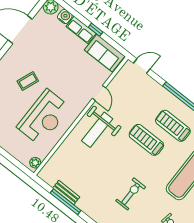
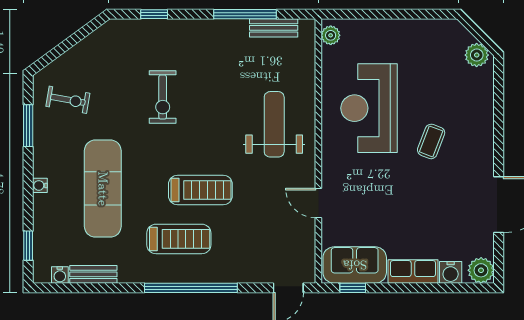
window: (96, 30) -> (353, 288), moved
weight bench: (97, 130) -> (274, 124), moved
bench: (66, 193) -> (274, 28), moved

